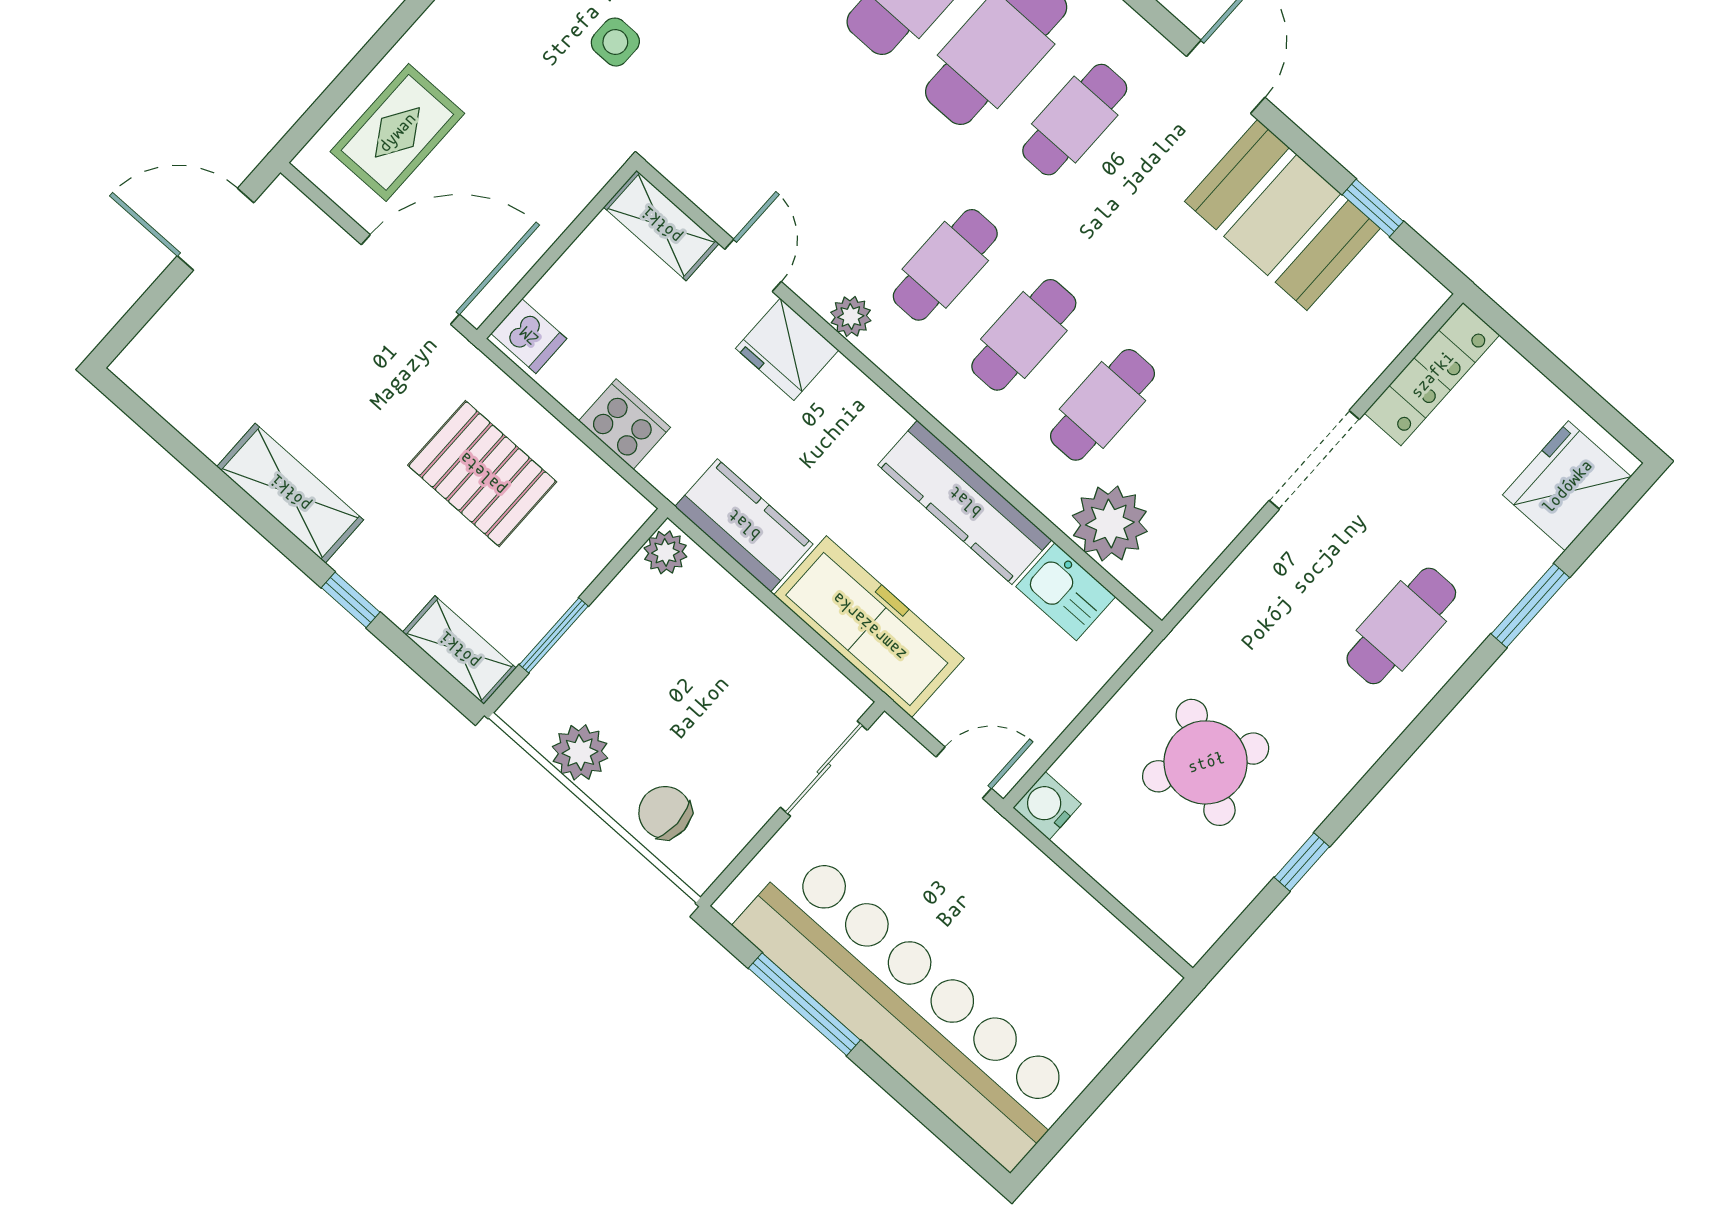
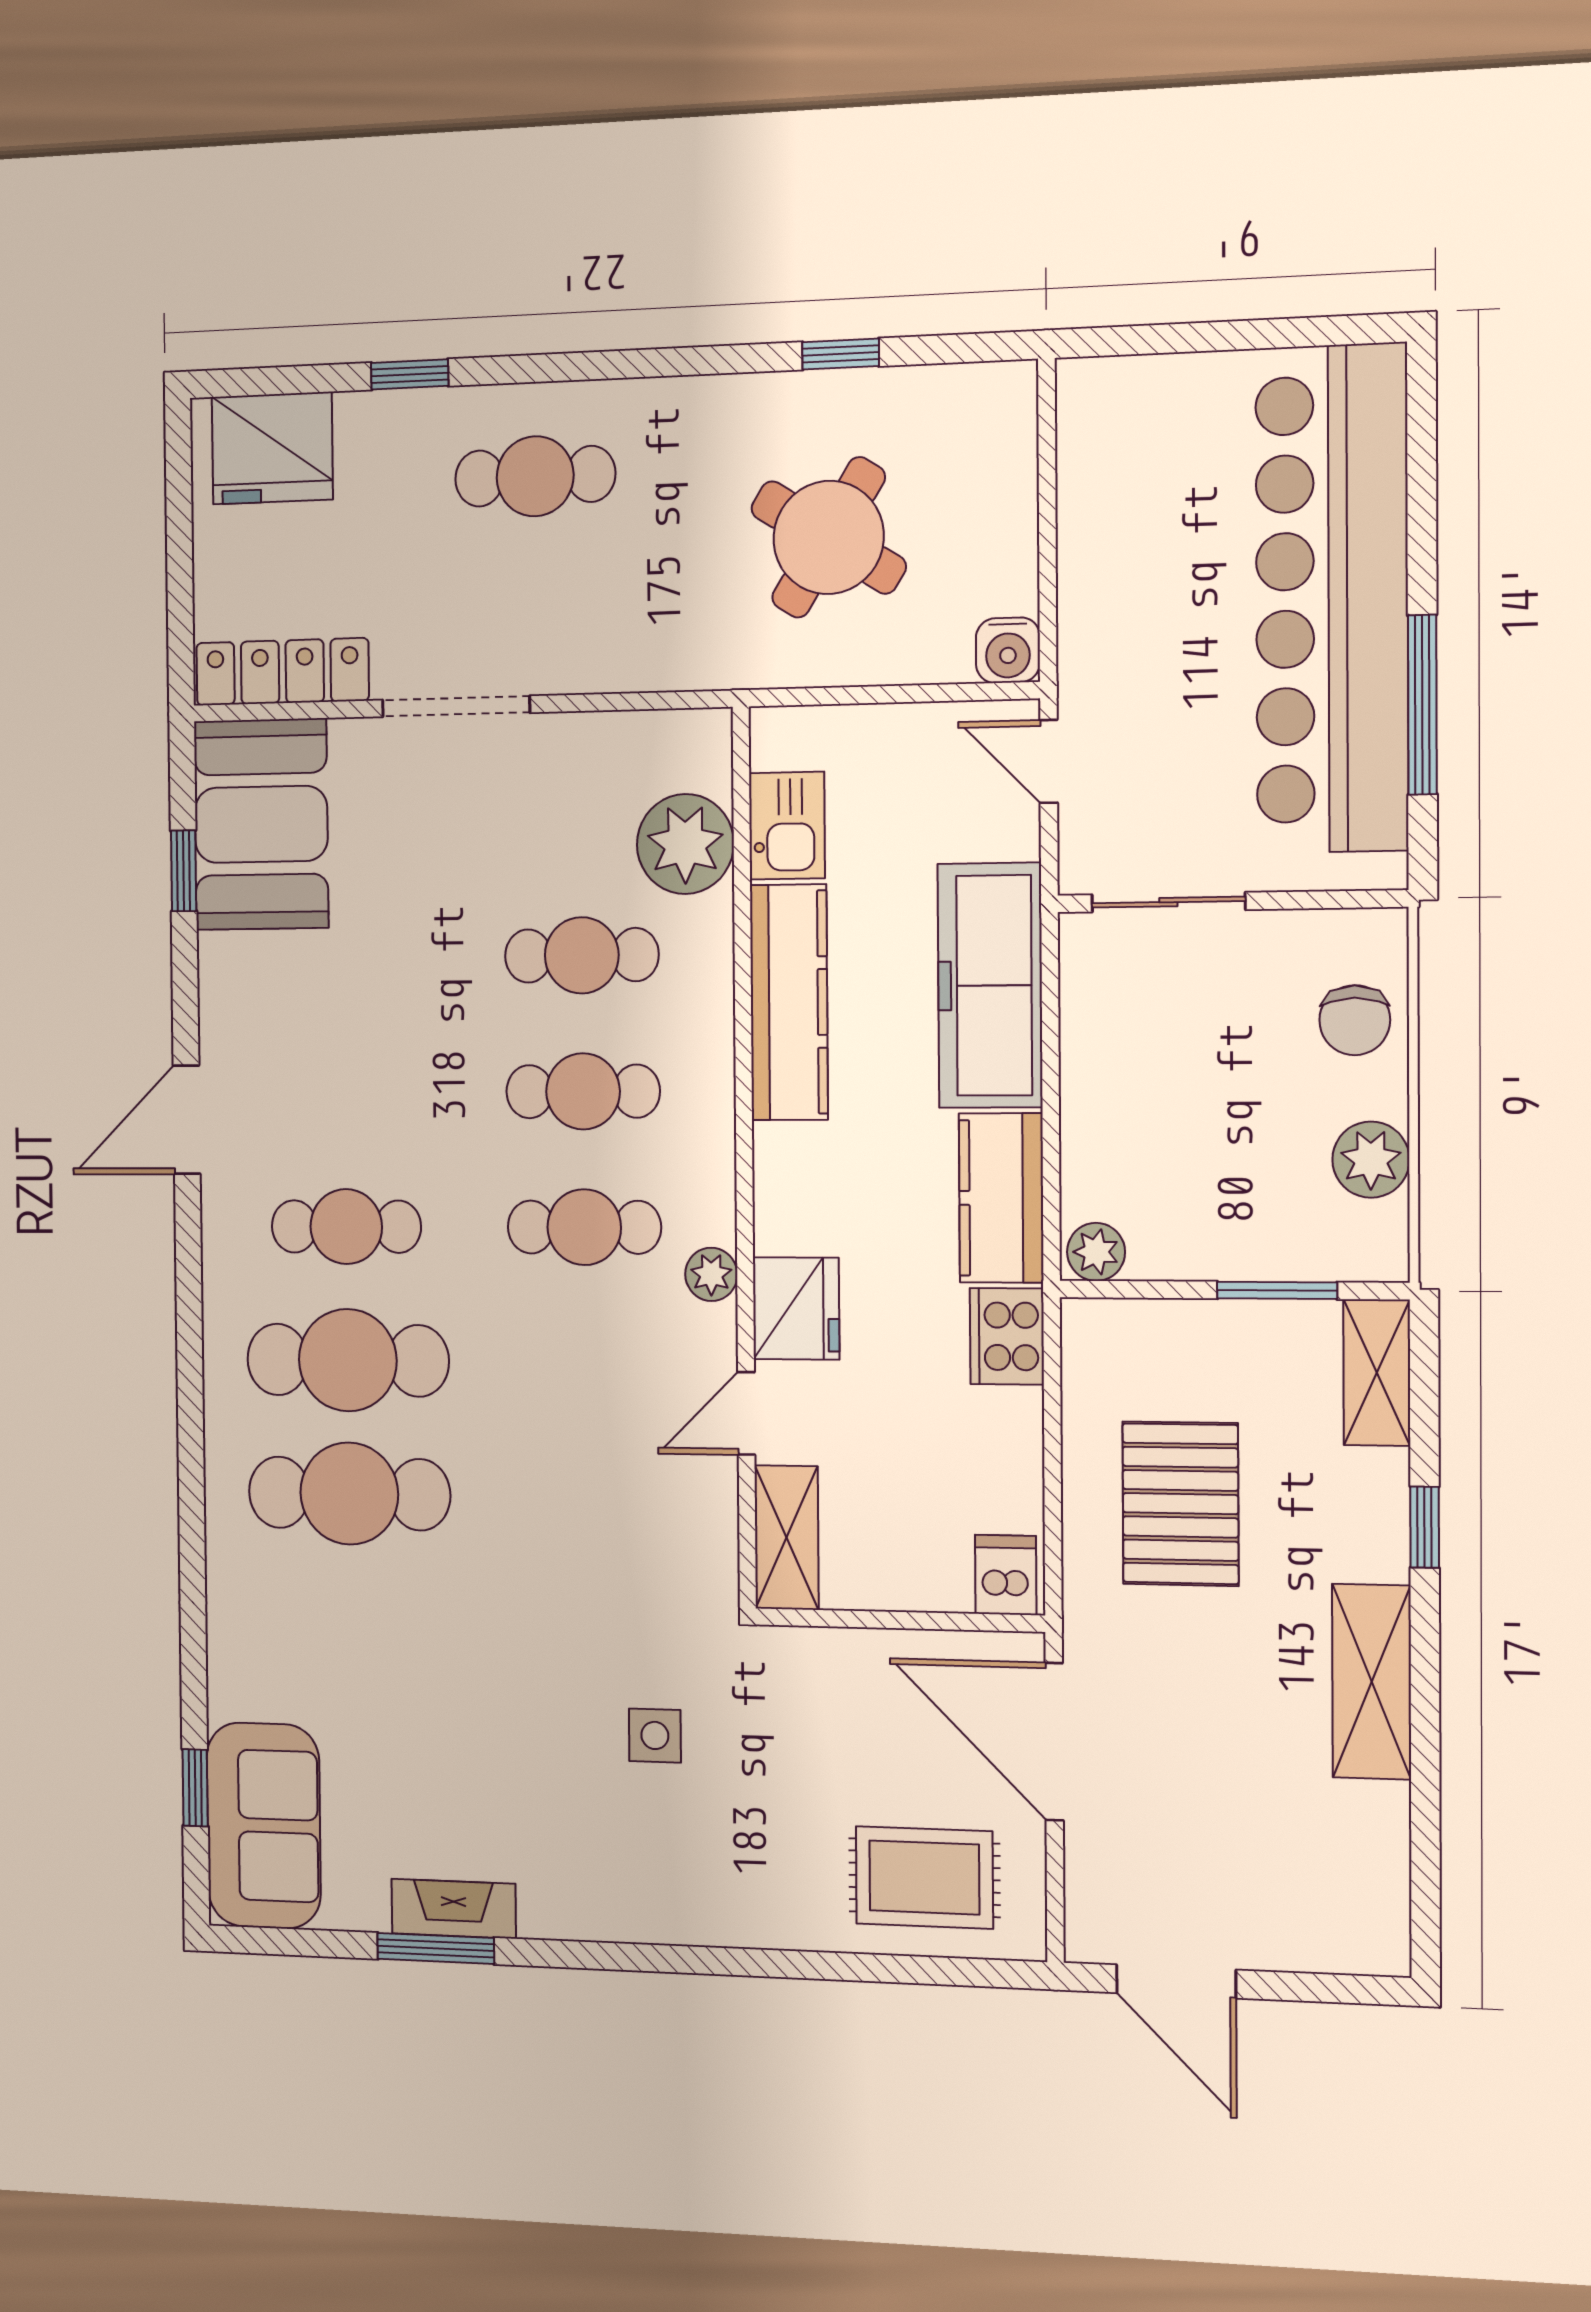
booth: (1282, 215) -> (261, 824), moved
cooker: (625, 424) -> (1007, 1336), moved
window: (1530, 606) -> (410, 374), width x0.67

